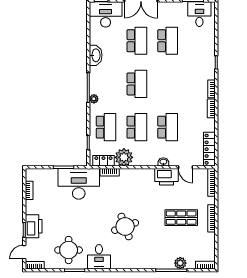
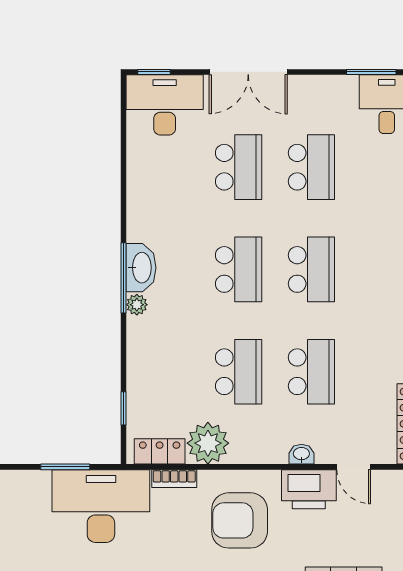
washbasin: (96, 55) -> (141, 268), moved
school desk: (106, 127) -> (311, 269), moved
armchair: (137, 190) -> (240, 520), added

